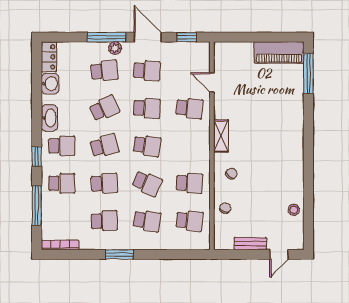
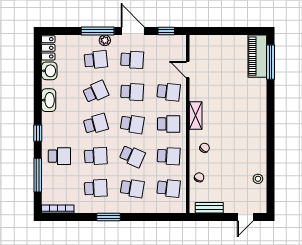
piano: (279, 52) -> (257, 56), moved, turned 90
school desk: (62, 146) -> (169, 124), moved
bench: (250, 244) -> (209, 208), moved

